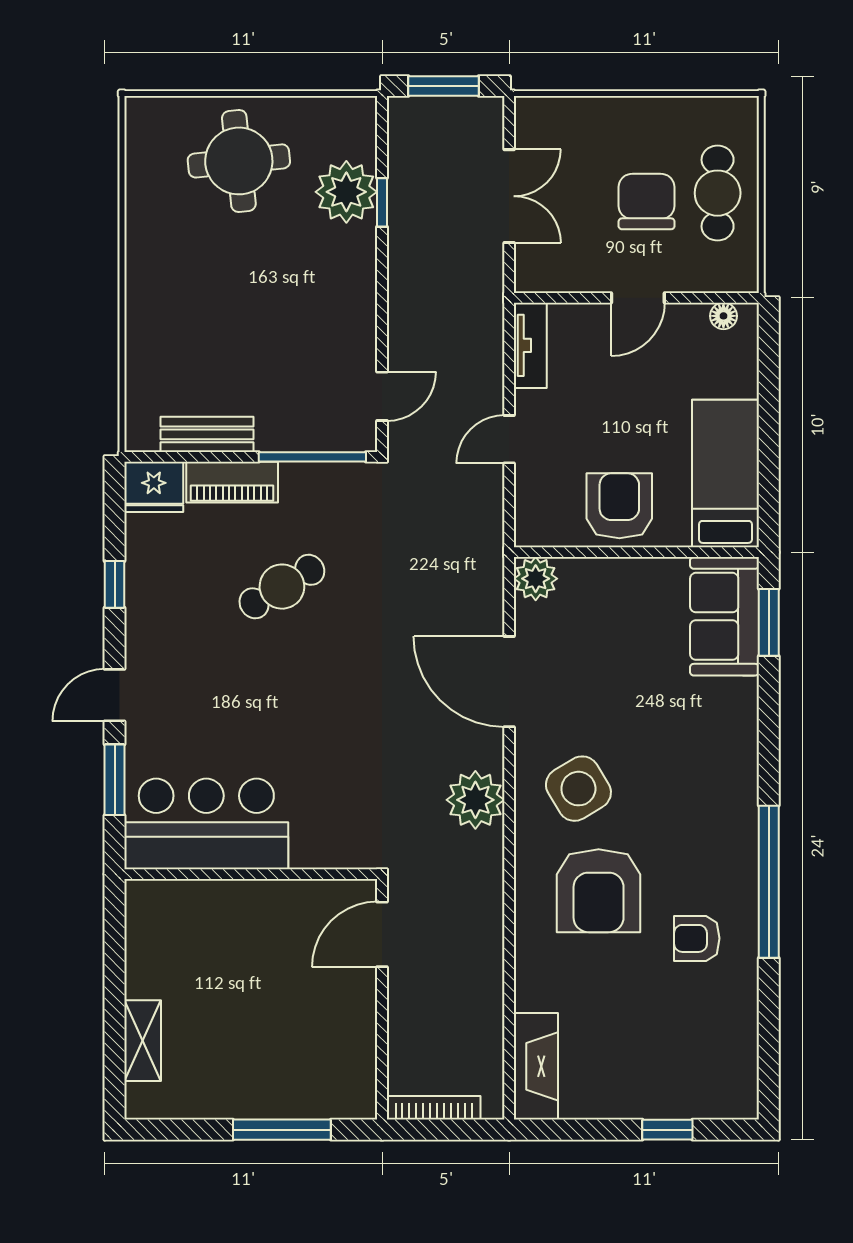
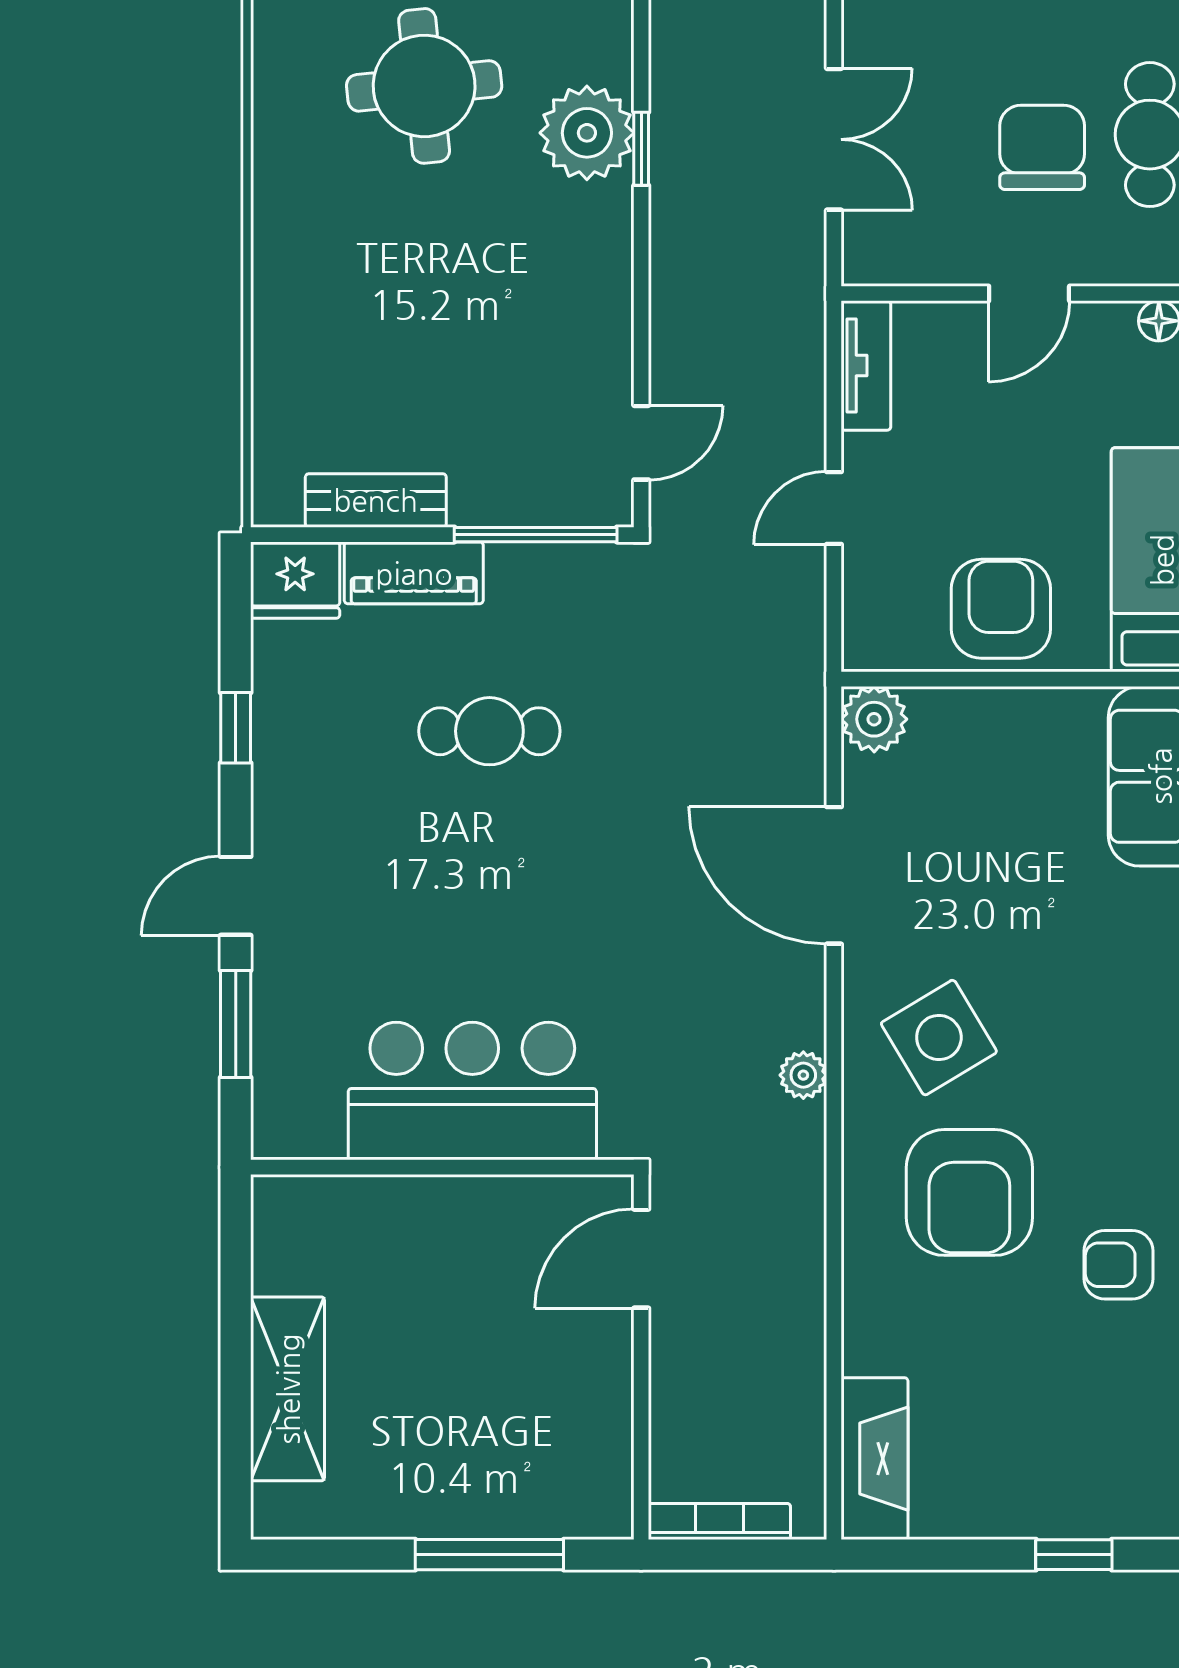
cafe table: (282, 587) -> (489, 731), turned 31
plant: (475, 800) -> (803, 1075), width x0.53, depth x0.53
bar counter: (206, 824) -> (472, 1091), moved
shelving: (143, 1041) -> (288, 1389), width x1.50, depth x1.33

